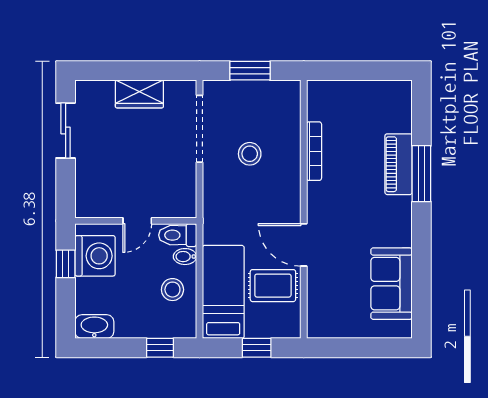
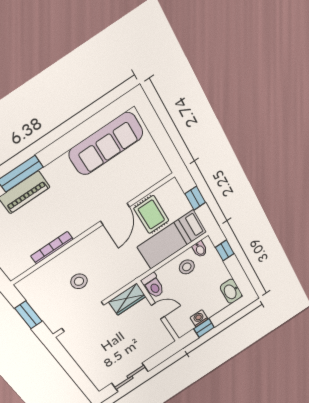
wardrobe: (139, 94) -> (127, 299), moved, turned 90
washing machine: (95, 256) -> (199, 318), width x0.53, depth x0.53
bidet: (185, 257) -> (200, 249), moved
sofa: (392, 284) -> (106, 144), width x1.36

